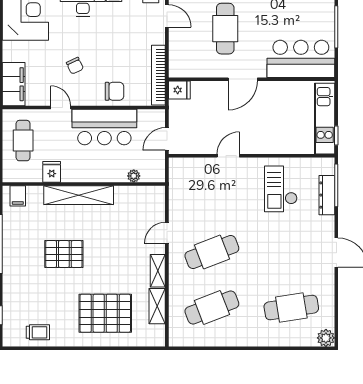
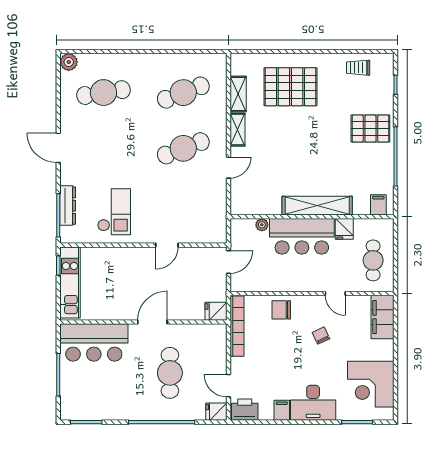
bar counter: (104, 127) -> (302, 236), moved, turned 180
pallet: (64, 254) -> (370, 129), moved

